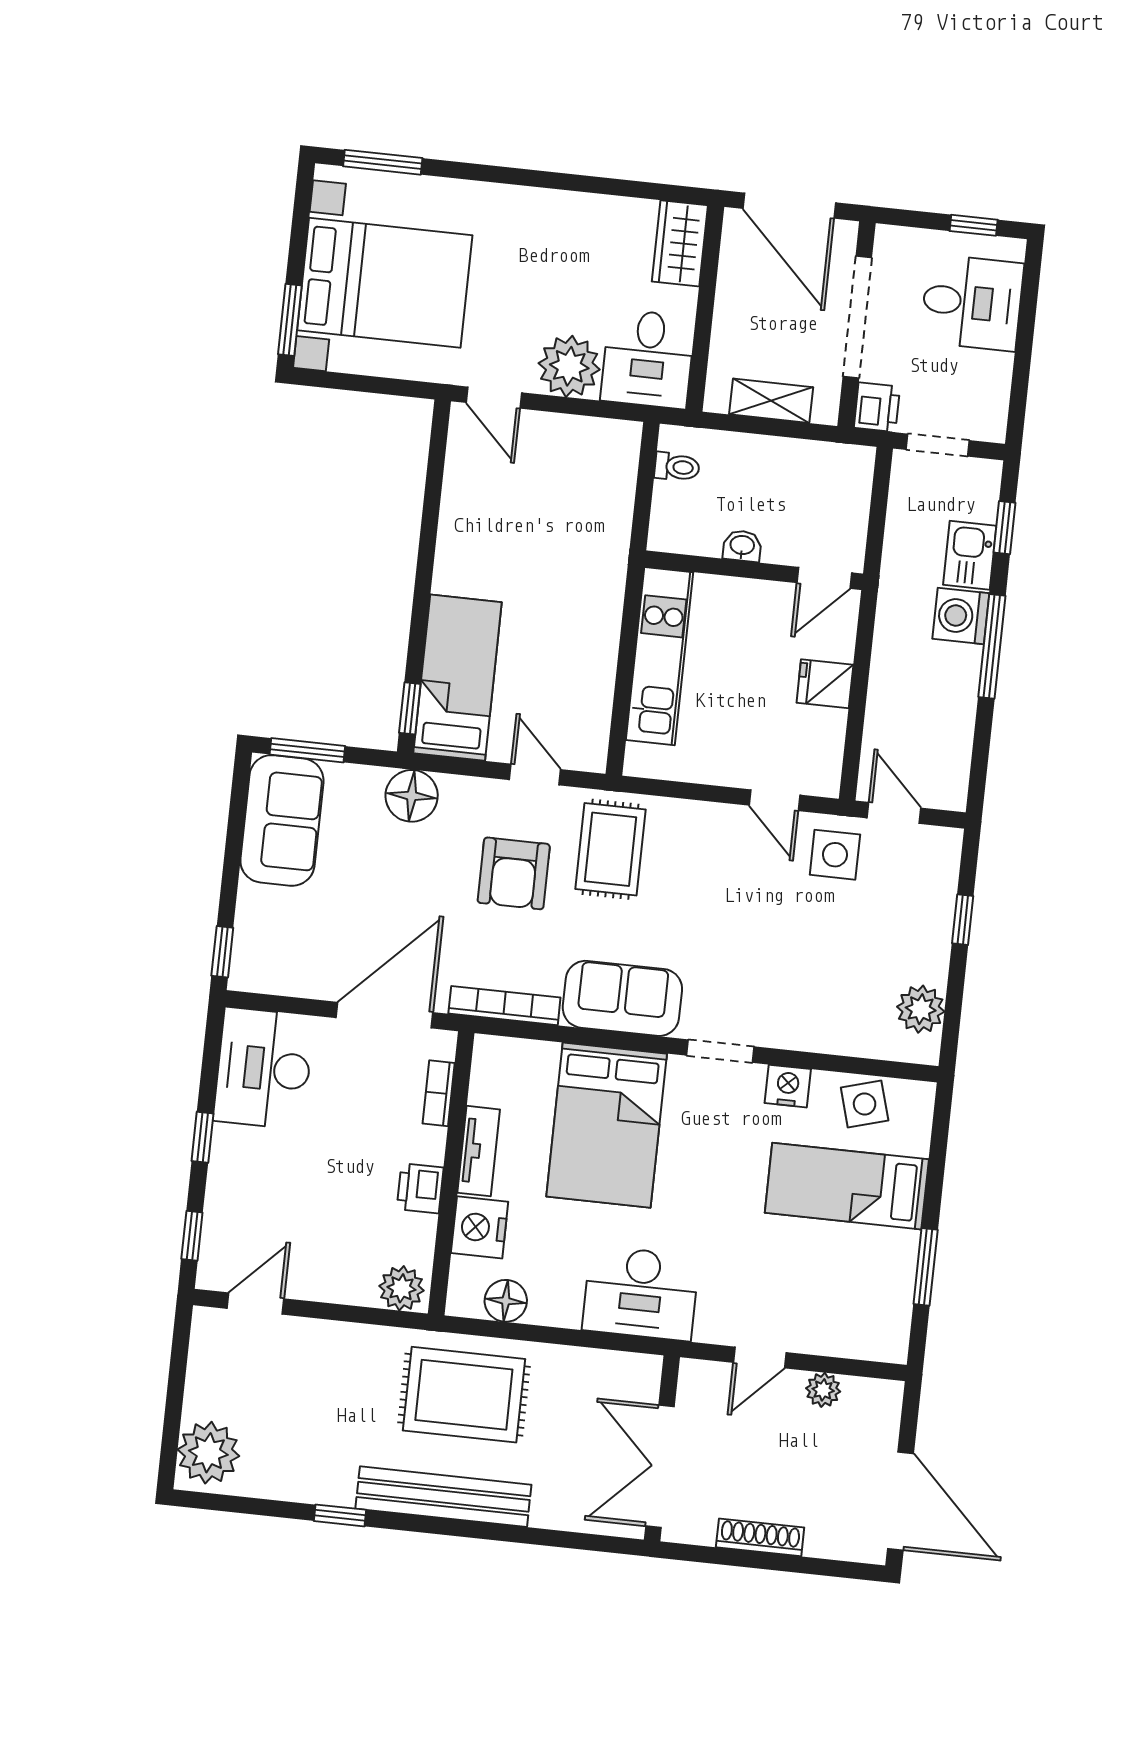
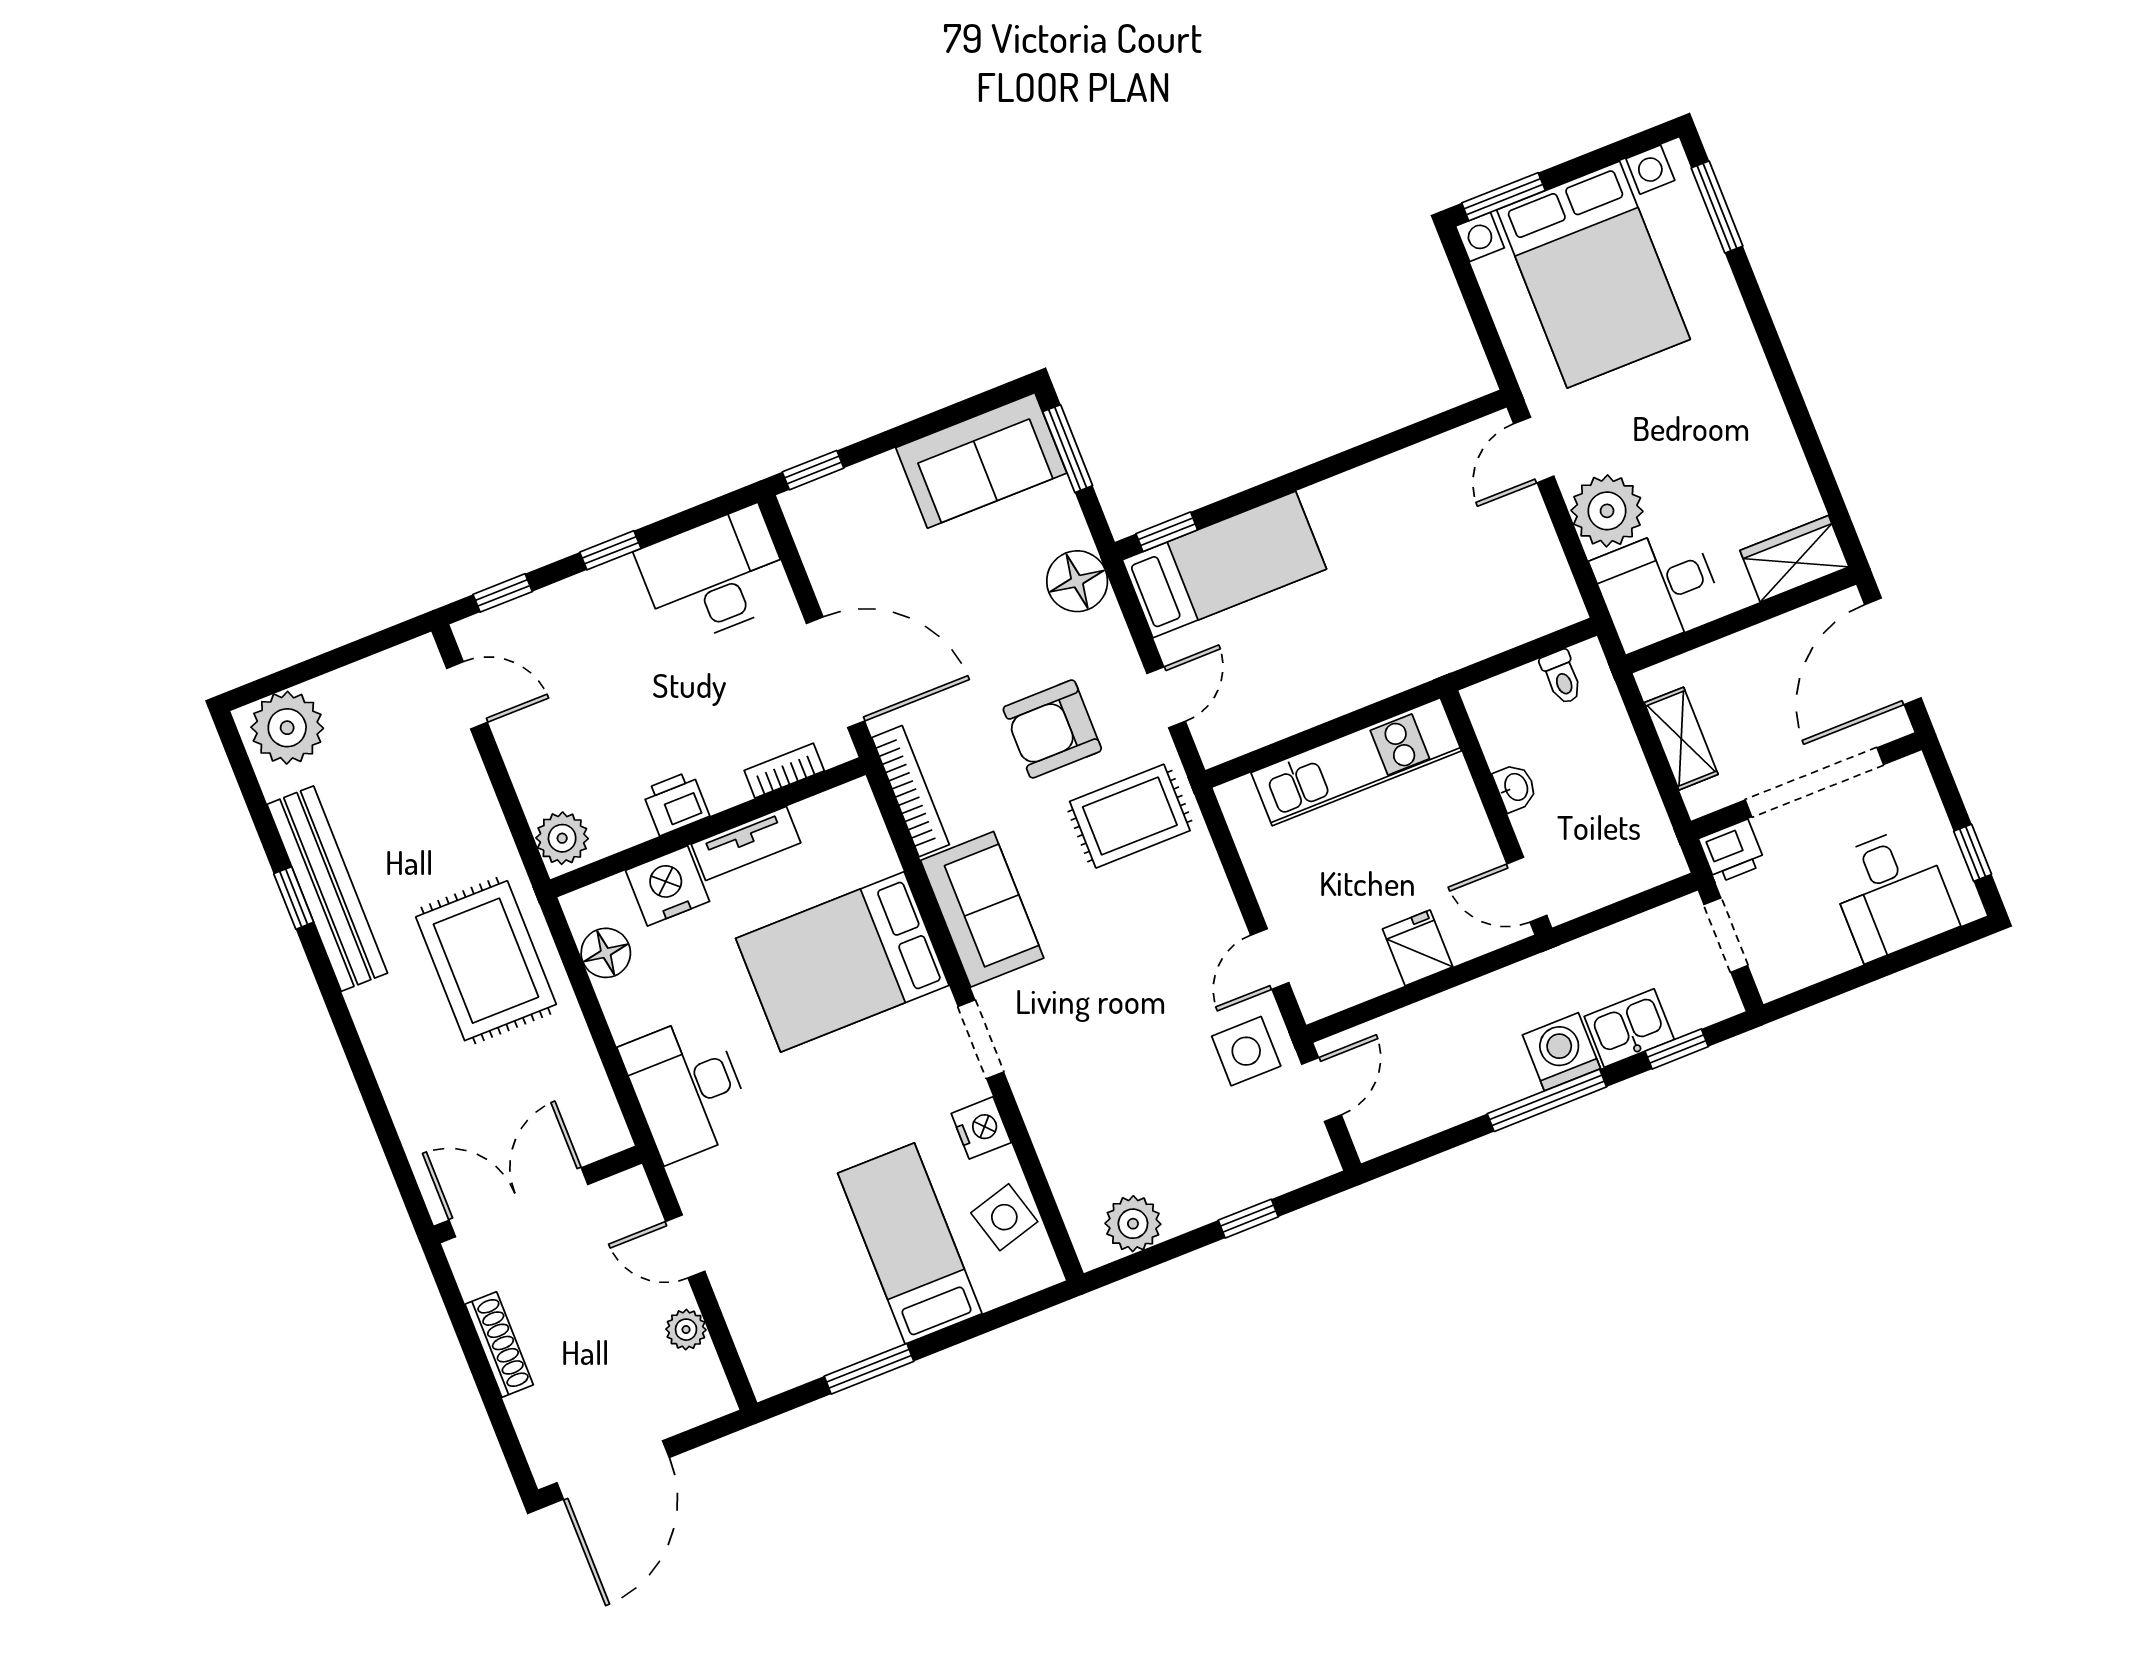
bench: (443, 1497) -> (327, 889), moved

